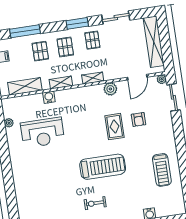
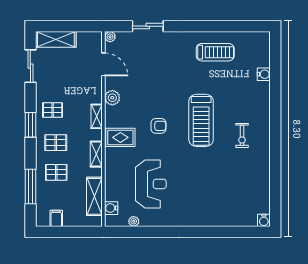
sliding door: (116, 18) -> (30, 66), moved
shelving: (154, 42) -> (56, 39), width x0.68
water cooler: (49, 97) -> (111, 208), moved
sliding door: (173, 97) -> (148, 26), moved
armchair: (139, 119) -> (158, 126), moved
rug: (115, 127) -> (120, 137), moved
treadmill: (103, 167) -> (201, 120), turned 180

